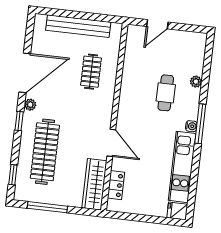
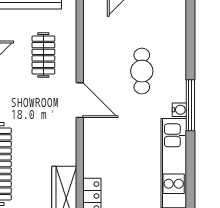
plant: (196, 82) -> (179, 52), removed
door: (111, 143) -> (80, 100), moved

